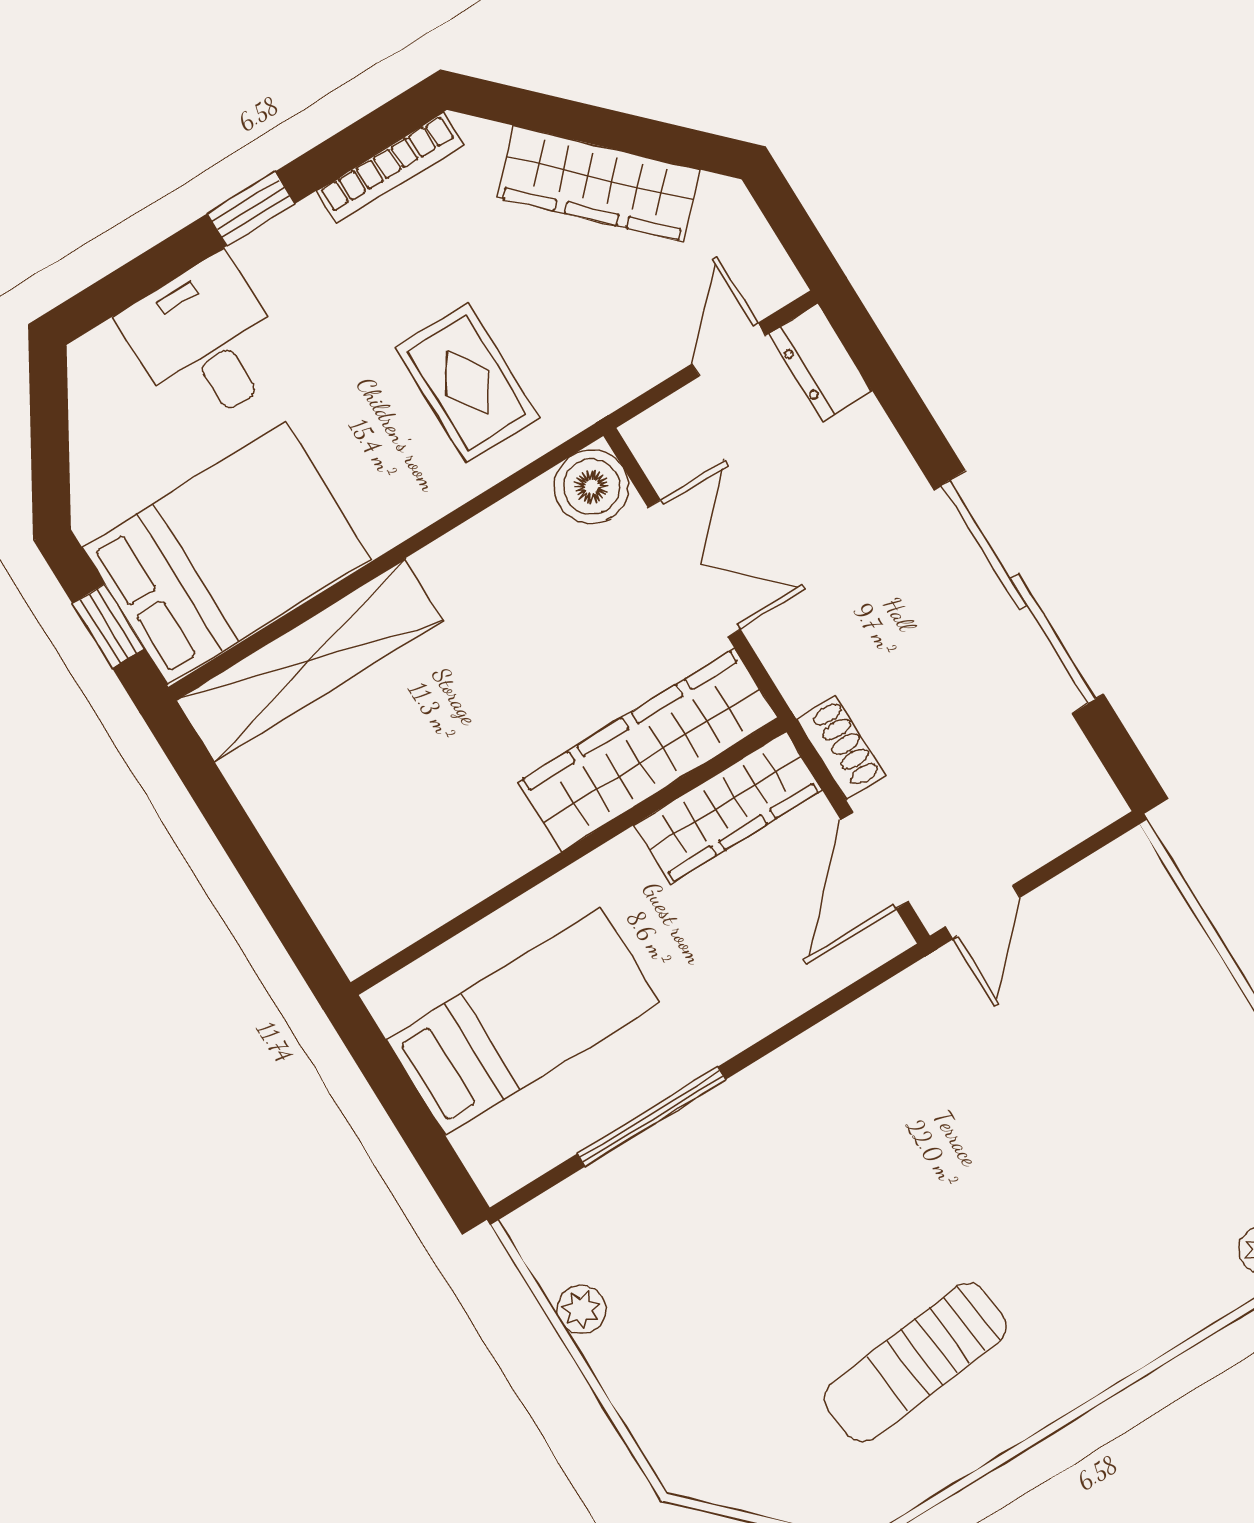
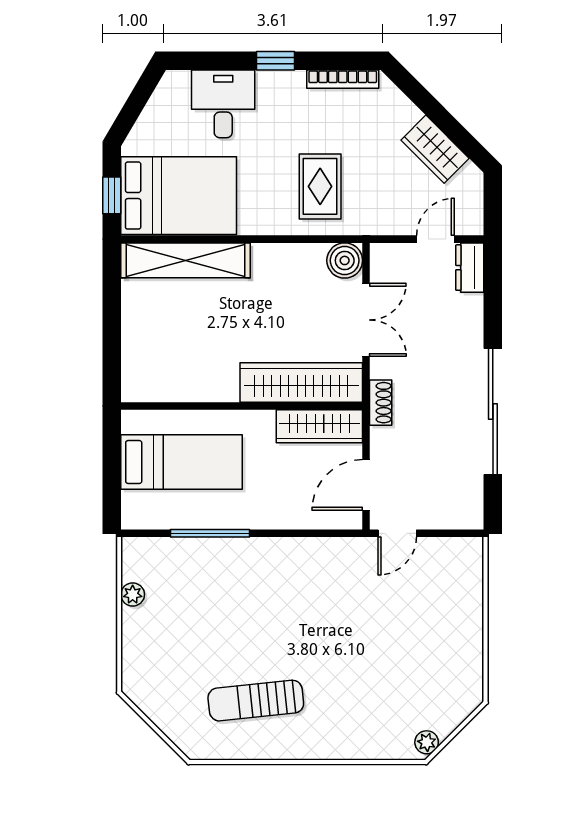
wardrobe: (599, 184) -> (435, 149), width x0.67
shoe rack: (841, 747) -> (381, 403), moved

